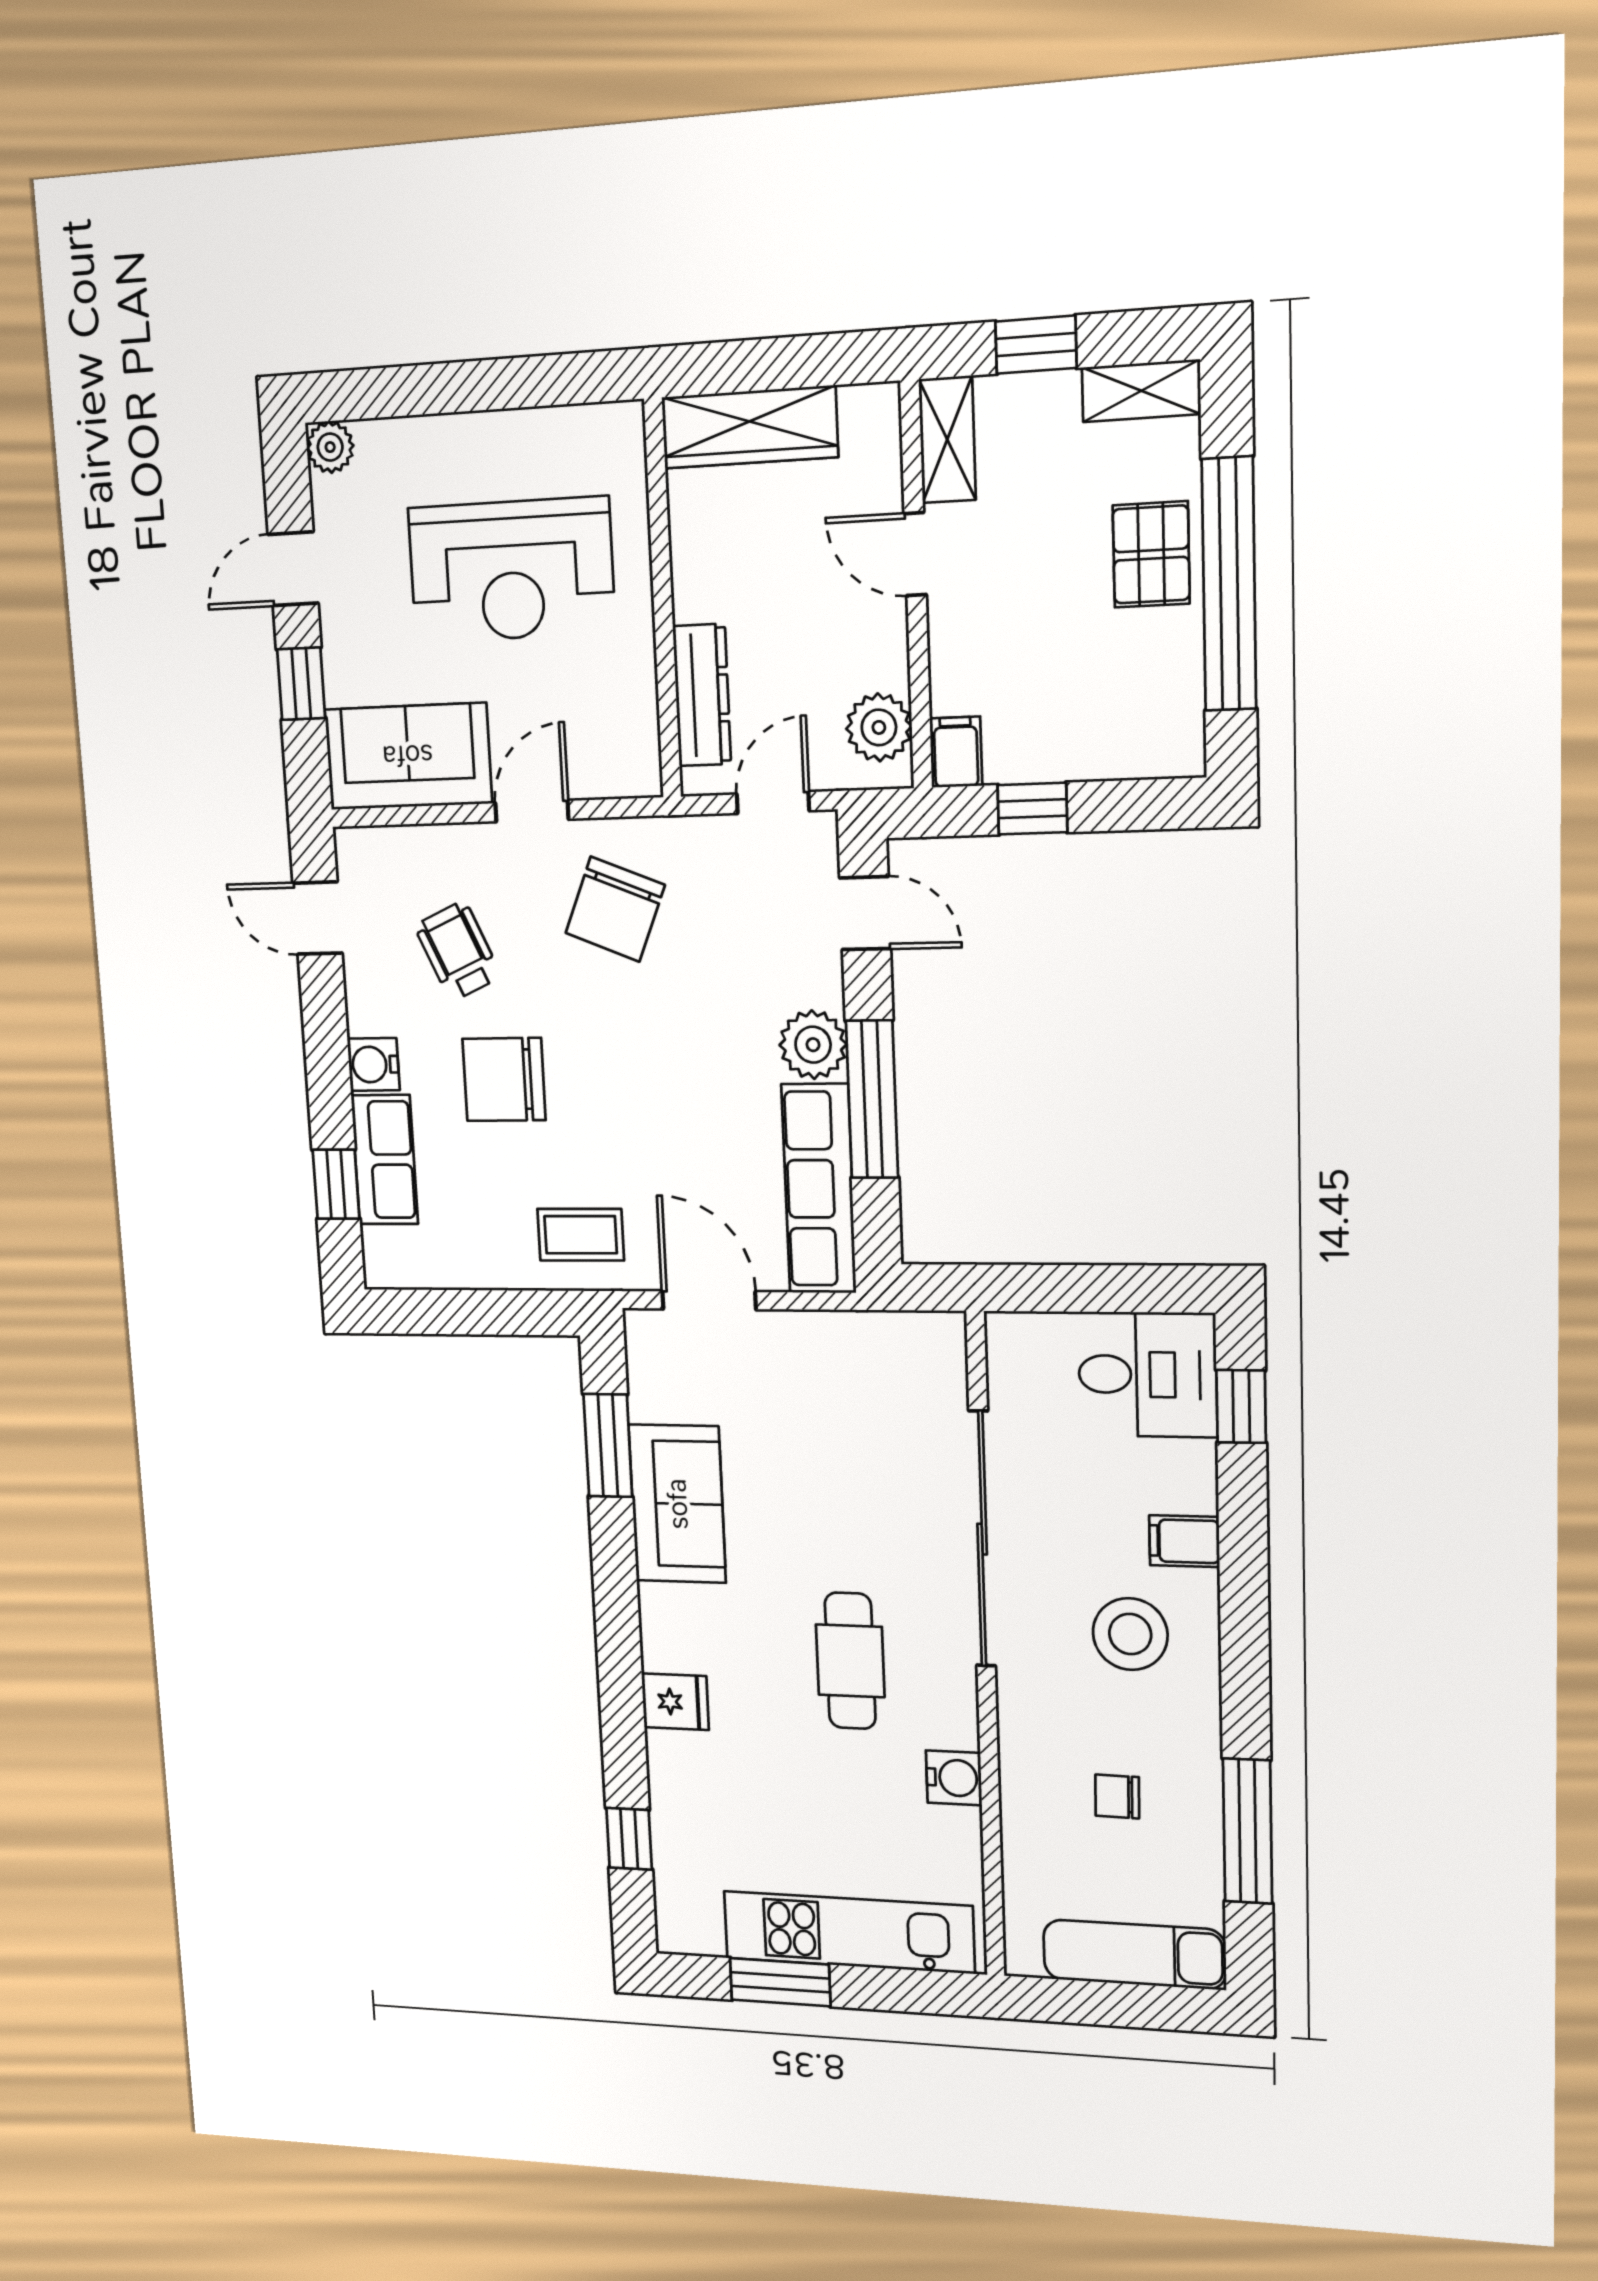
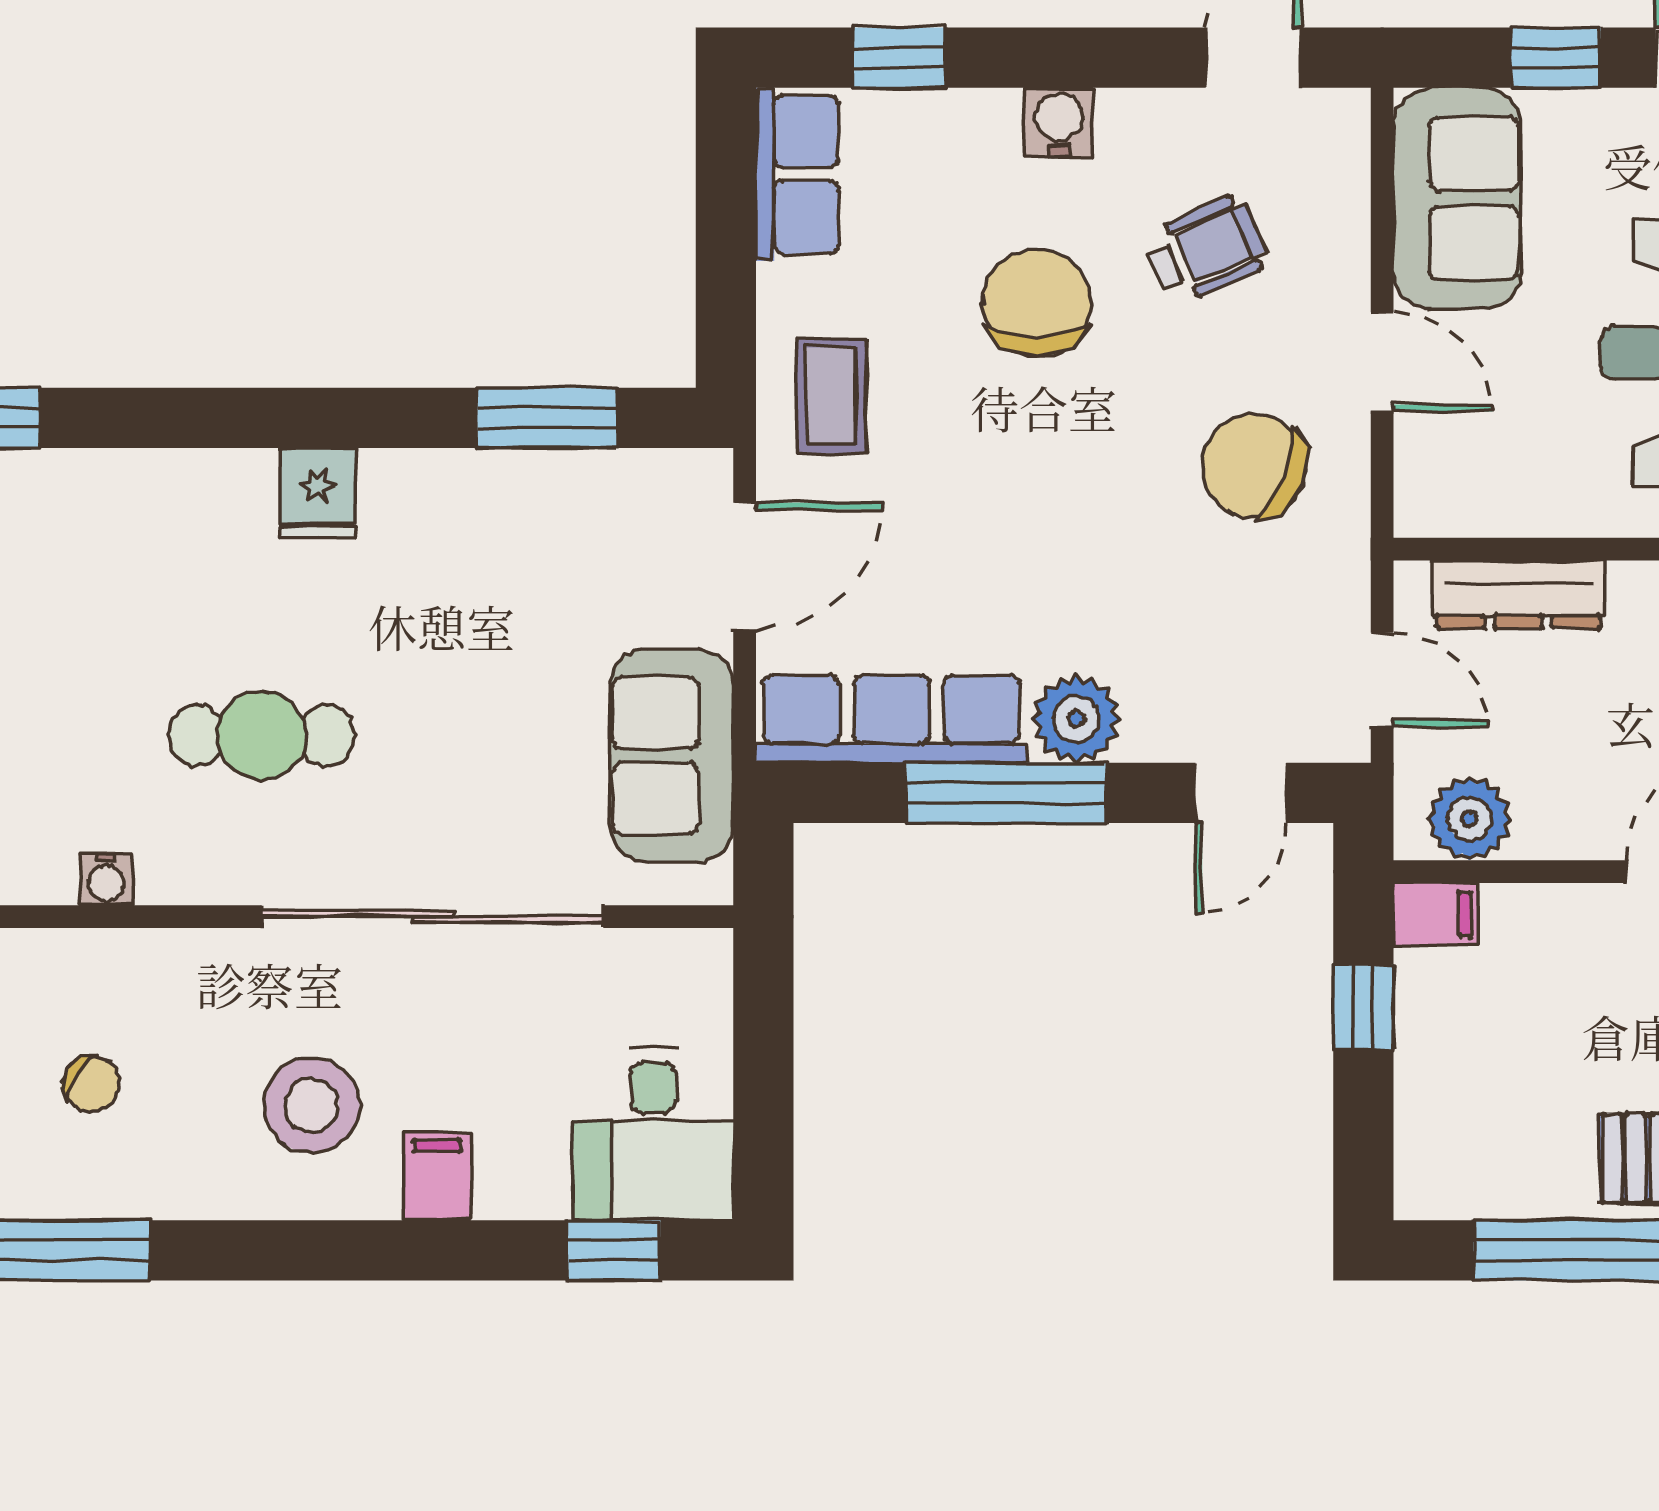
row of seats: (385, 1160) -> (797, 174), moved, turned -90
sofa: (677, 1504) -> (672, 756), moved, turned 90
fridge: (675, 1702) -> (318, 493), moved
water cooler: (954, 1778) -> (106, 879), width x0.72, depth x0.72
chair: (1117, 1796) -> (92, 1084), turned 121

